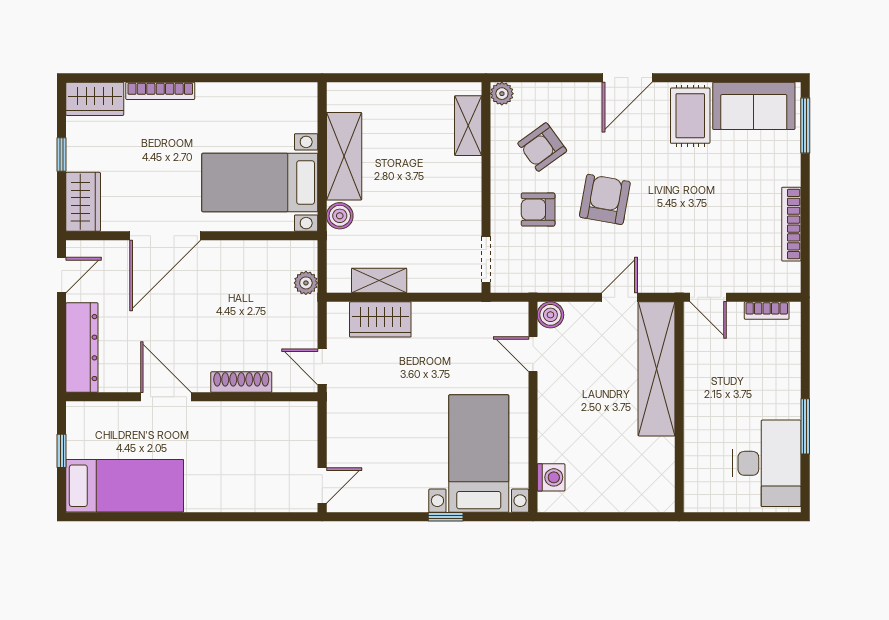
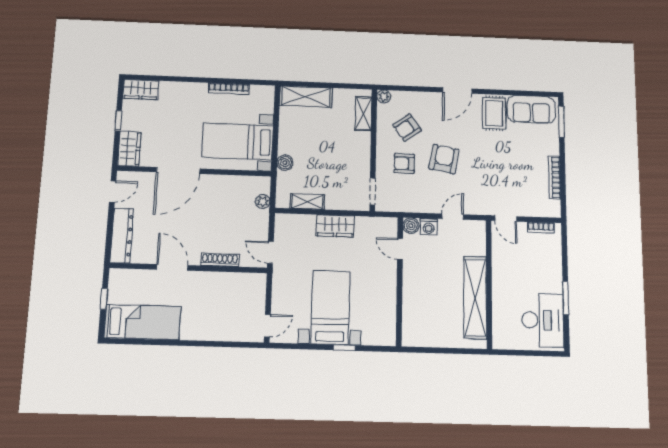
bookcase: (160, 91) -> (229, 89), moved
shelving: (344, 156) -> (306, 97), moved, turned 90
wardrobe: (380, 319) -> (335, 226), moved
shelving: (657, 369) -> (475, 297), moved
bed with nightstands: (479, 454) -> (330, 308), moved
washing machine: (551, 477) -> (429, 227), moved, turned 90

